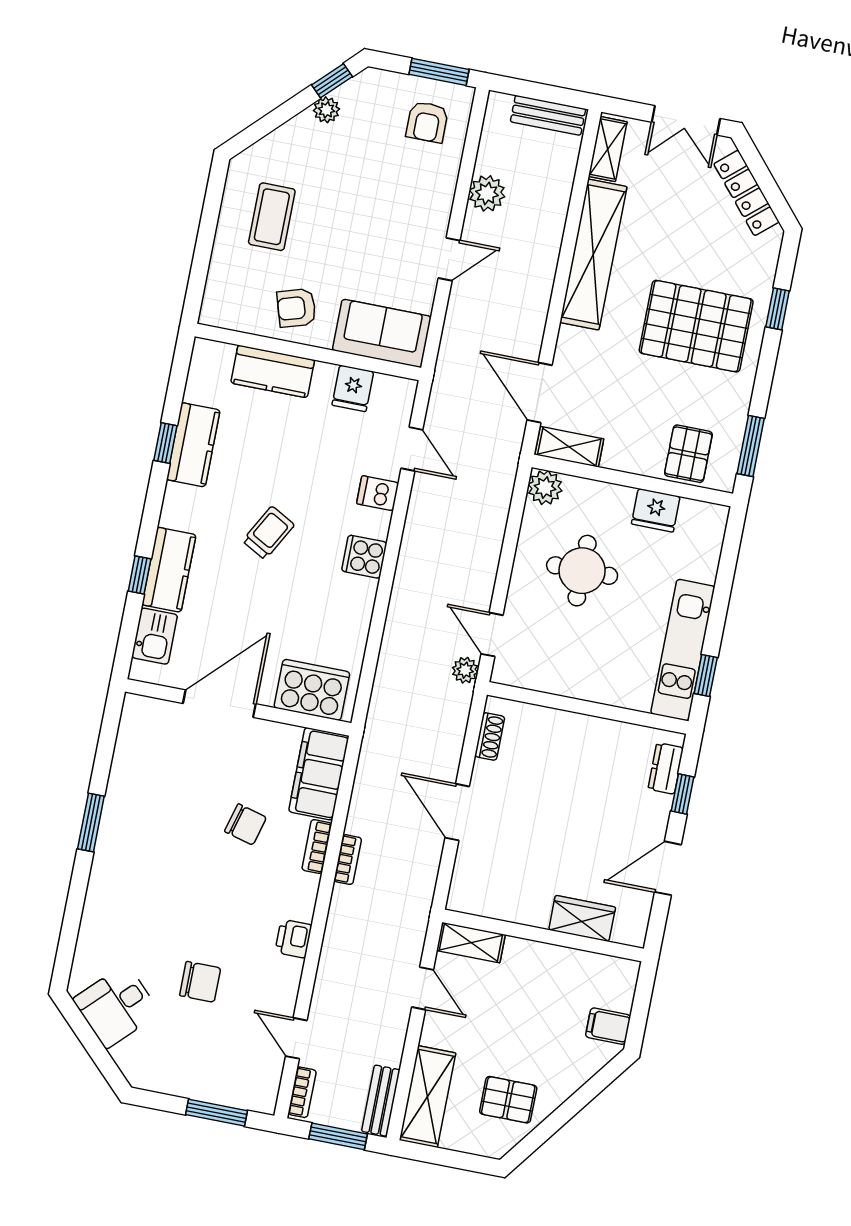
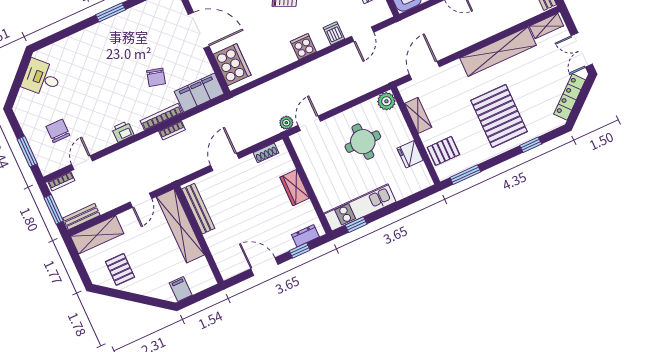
shelving: (569, 447) -> (418, 115), moved
bookcase: (317, 847) -> (161, 117), width x1.56
bench: (501, 907) -> (198, 209), added
wardrobe: (582, 919) -> (295, 188), moved, turned 180
shelving: (471, 943) -> (180, 226), width x2.20, depth x1.33
chair: (200, 982) -> (58, 131), moved, turned 180

